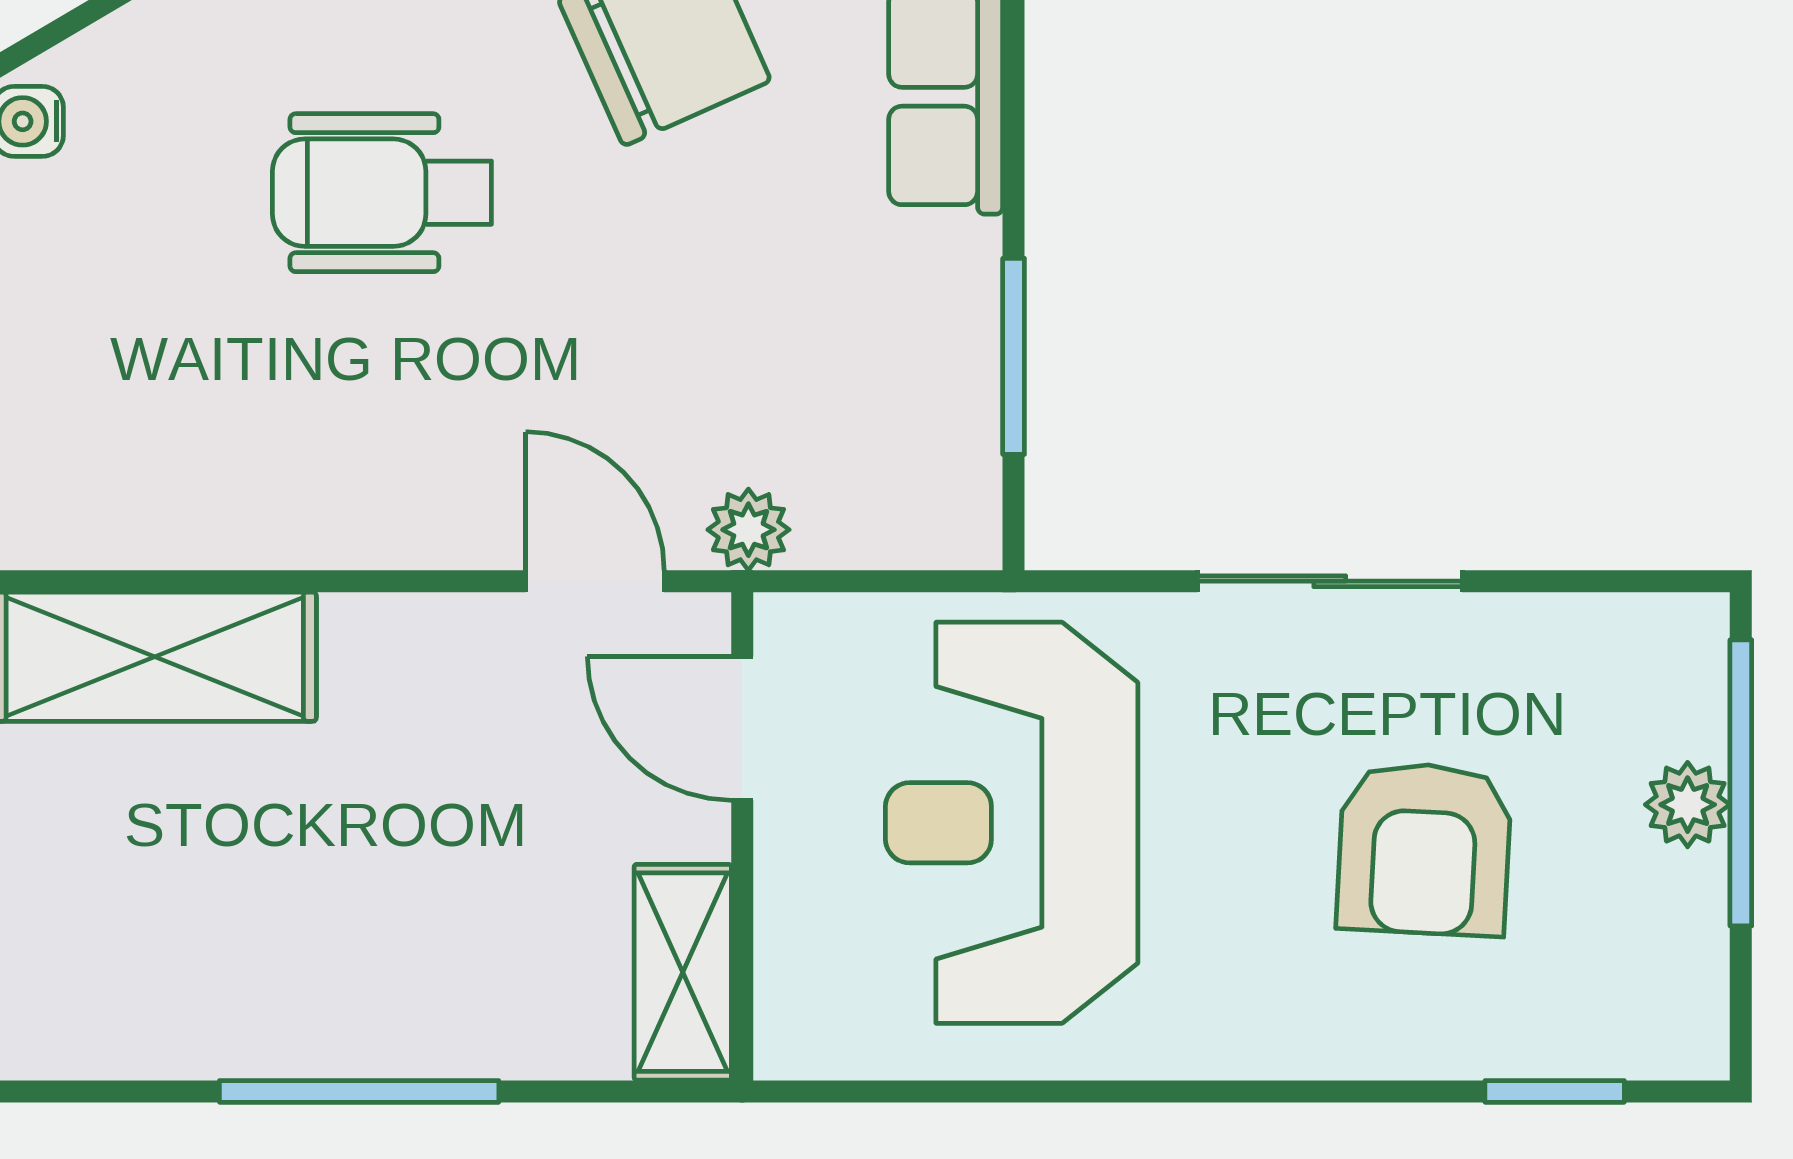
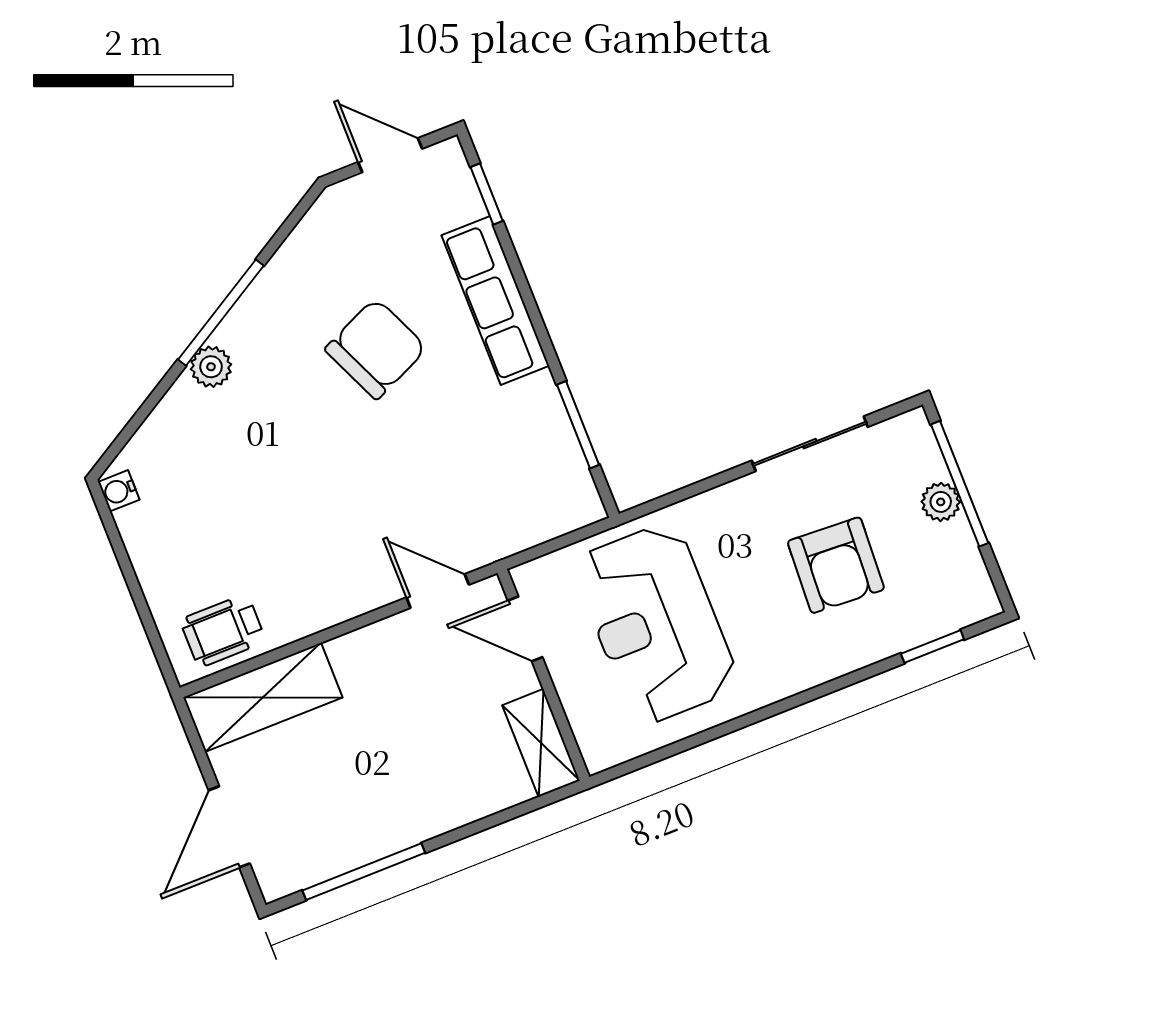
wheelchair: (382, 193) -> (223, 631), moved, width x0.73, depth x0.73
plant: (748, 530) -> (494, 543), removed
sliding door: (1330, 581) -> (810, 444), moved
window: (359, 1091) -> (364, 872), moved

